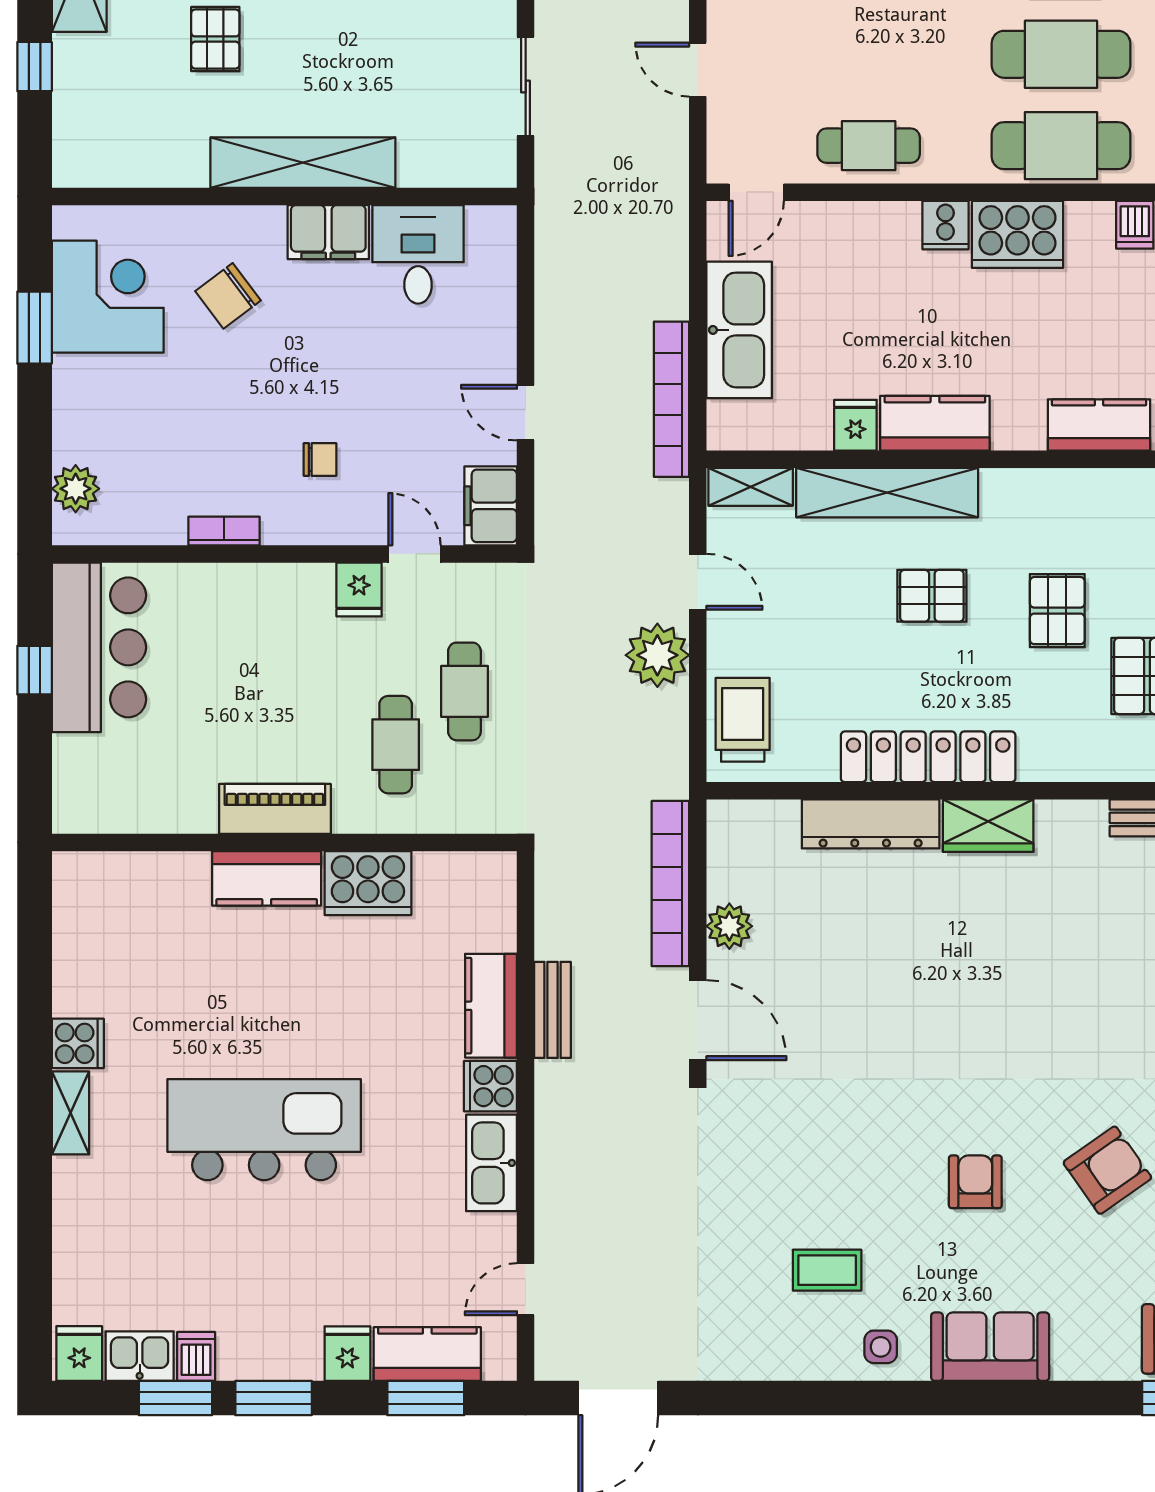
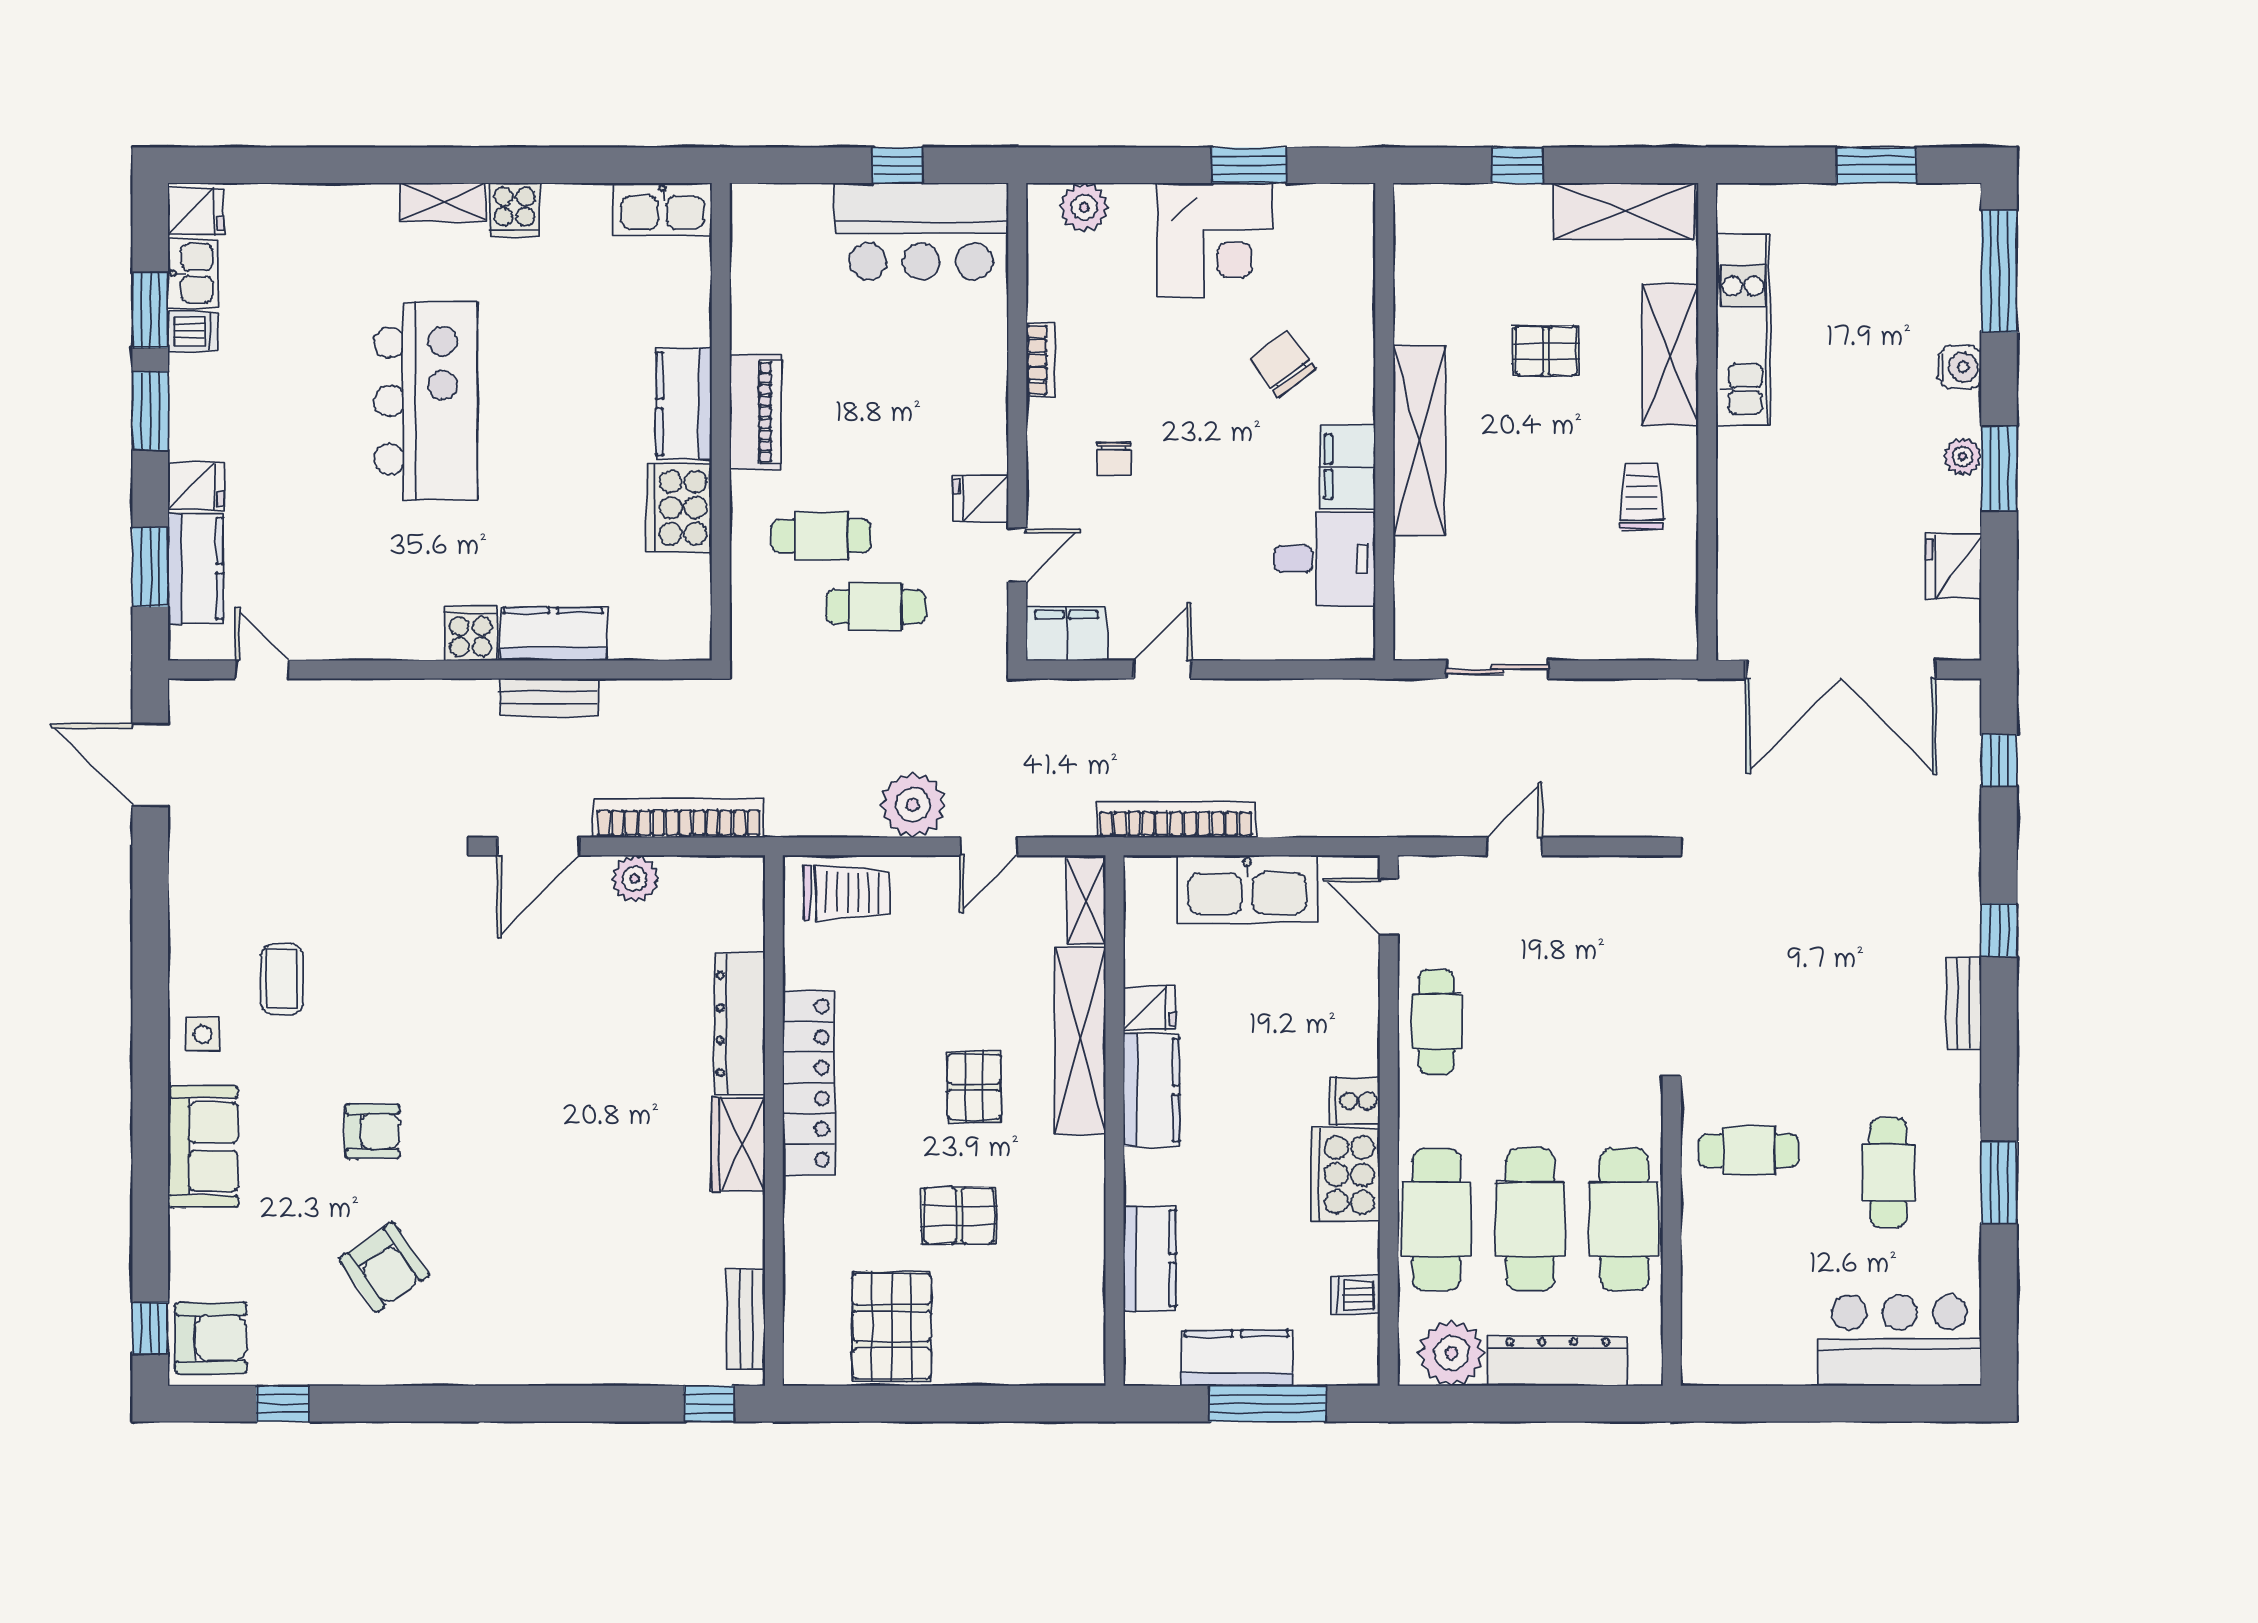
corner desk: (108, 297) -> (1215, 240), moved
kitchen sink: (491, 1163) -> (662, 209), moved, turned 180

